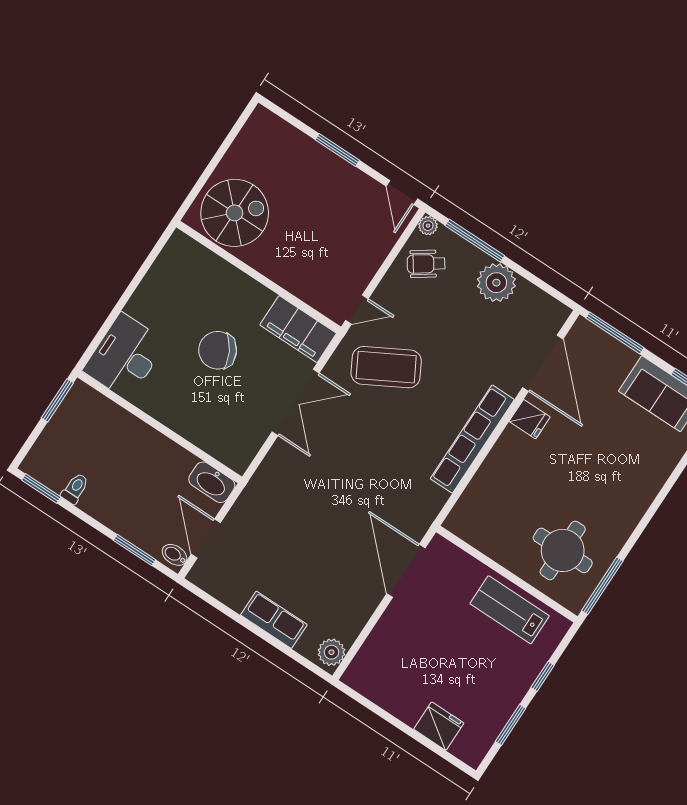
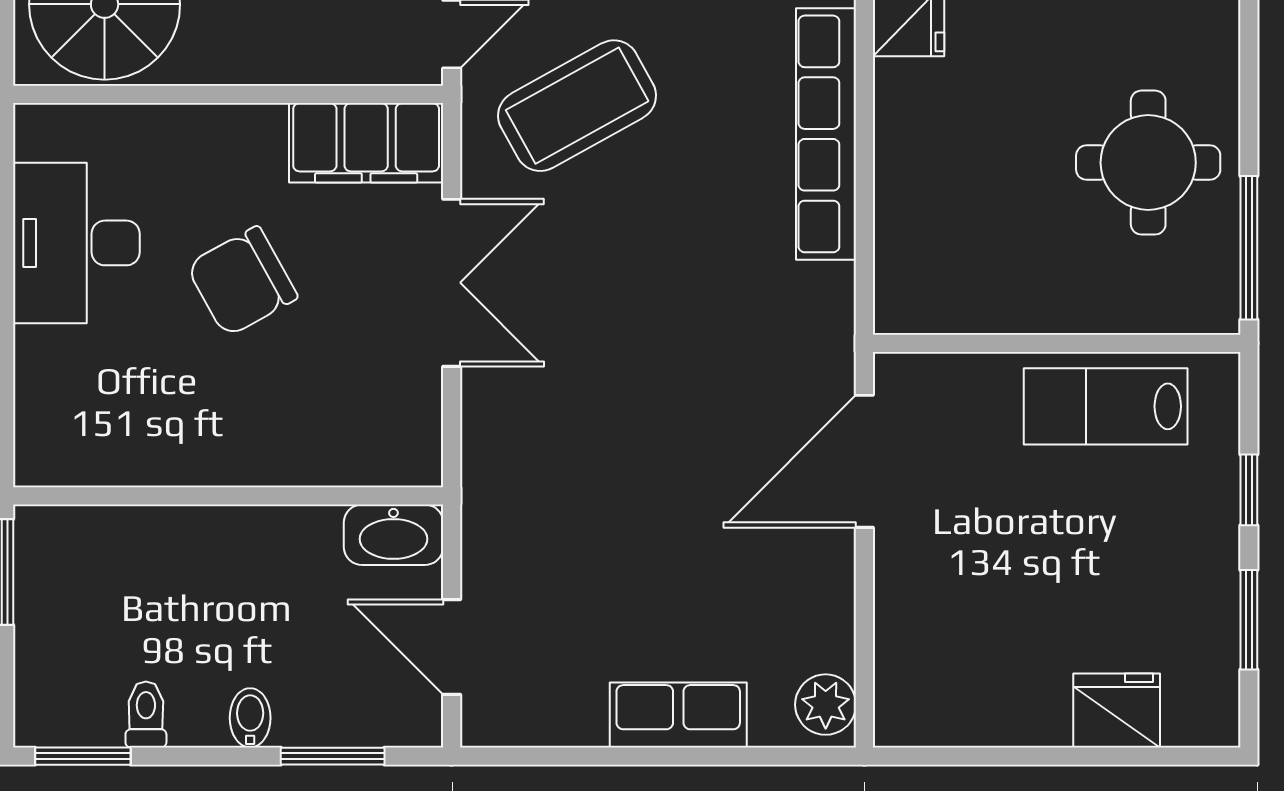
desk: (125, 356) -> (76, 243), moved
round table: (563, 550) -> (1148, 163), moved
bidet: (175, 555) -> (250, 718), moved, turned 90
door: (406, 571) -> (864, 461), hinge flipped

